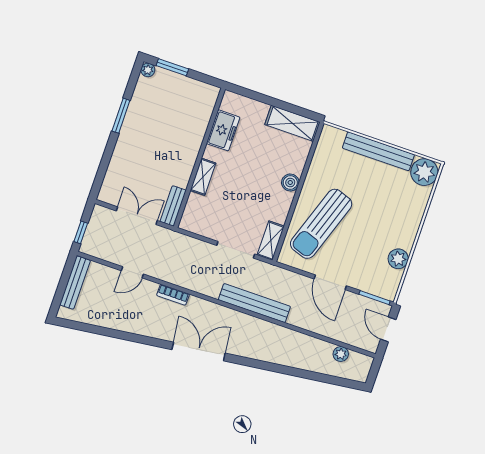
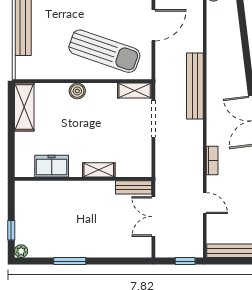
window: (172, 67) -> (11, 230), width x0.67

